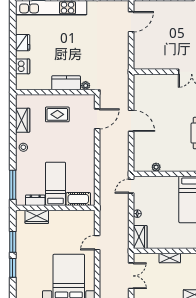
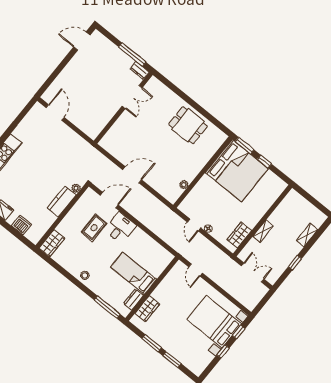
rug: (57, 114) -> (94, 228), moved
door: (97, 119) -> (109, 200), hinge flipped
wardrobe: (23, 120) -> (52, 243), moved, turned 90
desk: (83, 145) -> (120, 228), added
door: (131, 186) -> (194, 225), moved
cot: (78, 199) -> (160, 265), removed
wardrobe: (140, 237) -> (239, 235), moved, turned -90
door: (97, 243) -> (196, 270), moved

